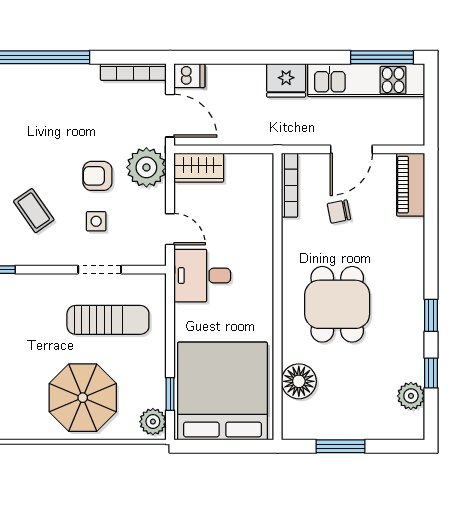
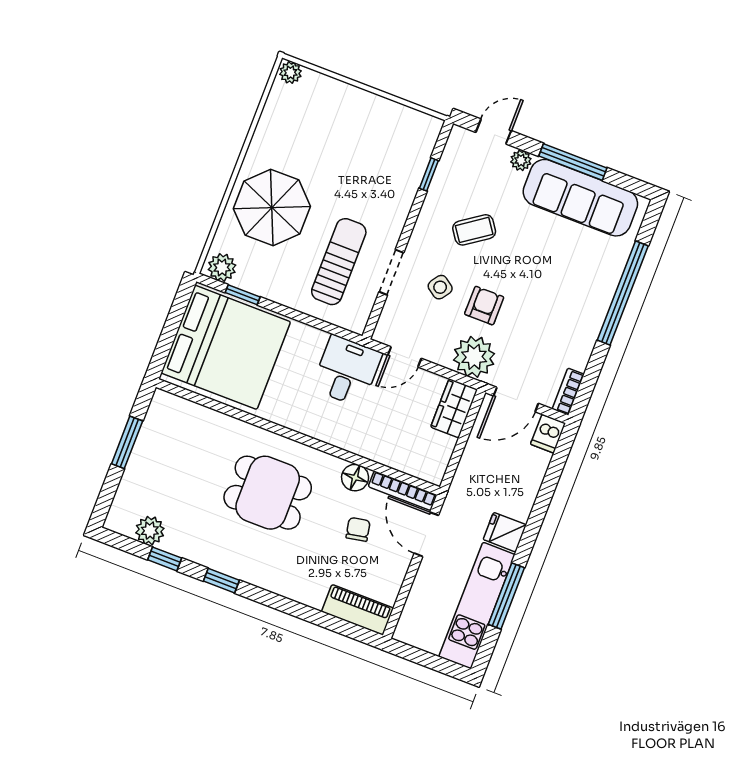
window: (382, 57) -> (506, 596), moved
bookcase: (133, 72) -> (568, 392), width x0.64
fridge: (286, 80) -> (505, 532), width x0.72
door: (351, 149) -> (426, 534), moved
side table: (96, 221) -> (440, 287), turned 35
sun lounger: (108, 320) -> (339, 262), turned 180
floor lamp: (299, 381) -> (355, 478), moved, width x0.73, depth x0.73

